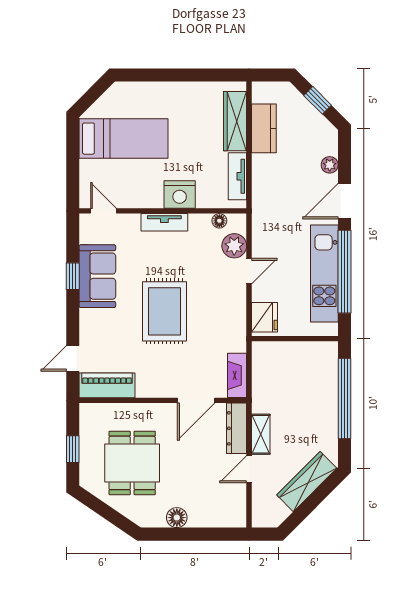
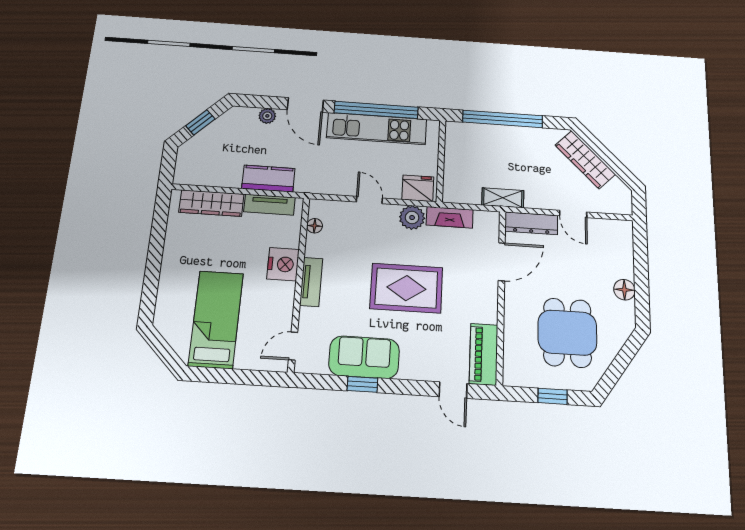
kitchen counter: (264, 128) -> (268, 179), moved
plant: (234, 246) -> (412, 218), moved
fireplace: (237, 375) -> (450, 217), moved
door: (196, 400) -> (502, 262), hinge flipped
shelving: (261, 434) -> (503, 198), moved
dining table: (132, 463) -> (567, 333), turned 90

